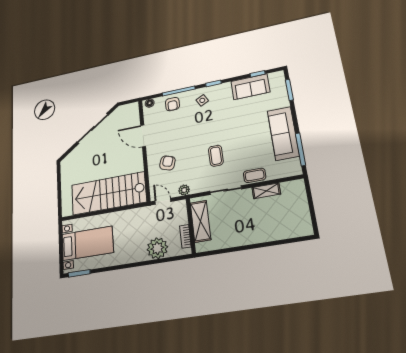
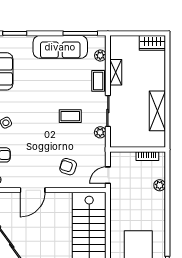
plant: (281, 173) -> (100, 55), added
plant: (184, 190) -> (100, 132), moved
shelving: (201, 221) -> (157, 111), moved, turned 90
wardrobe: (304, 222) -> (152, 43), added
plant: (157, 248) -> (160, 185), width x0.53, depth x0.53

